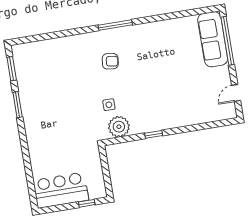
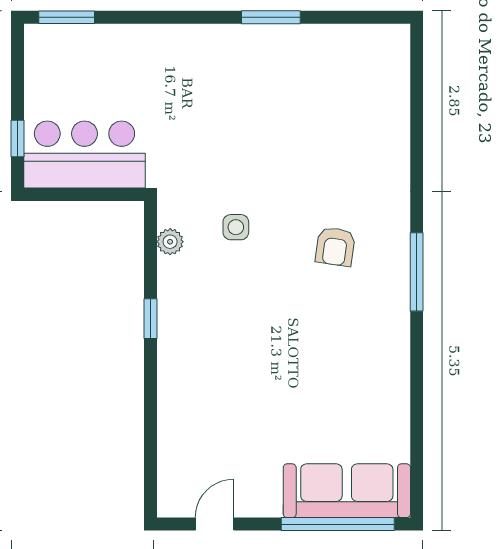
window: (12, 69) -> (67, 17), moved
door: (236, 93) -> (215, 524), hinge flipped
plant: (119, 127) -> (170, 242), width x0.53, depth x0.53
bar counter: (61, 190) -> (84, 155), moved, turned -90

